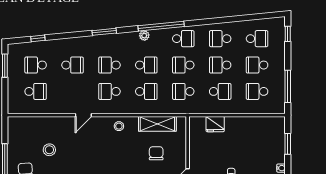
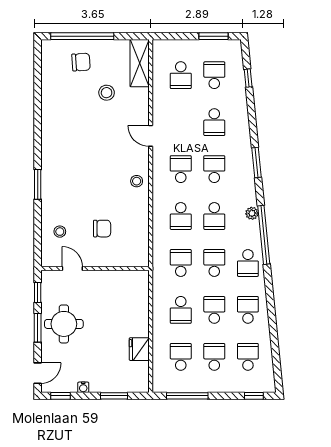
school desk: (257, 39) -> (248, 357), turned 180
shelving: (157, 124) -> (140, 63), moved
fridge: (215, 124) -> (139, 349), moved

